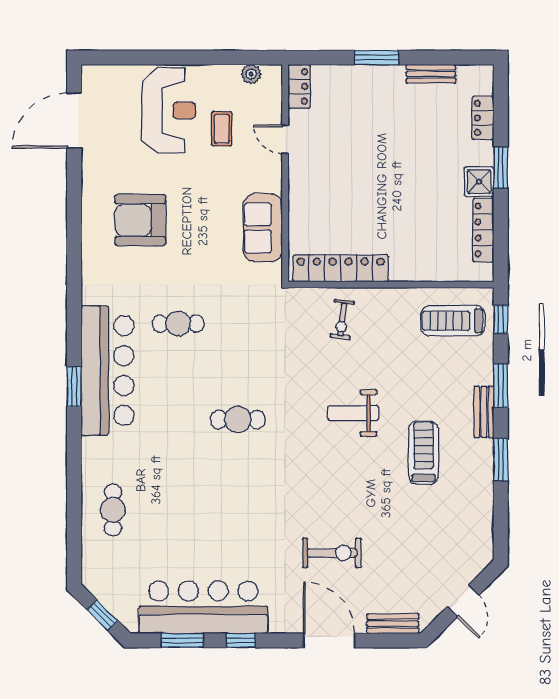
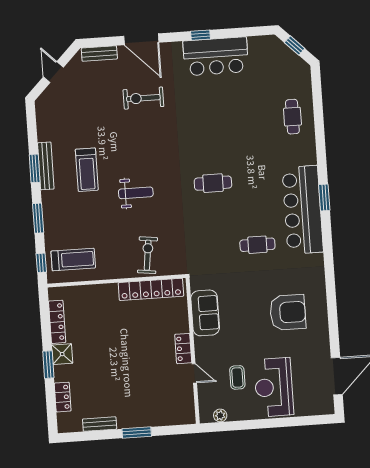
locker: (299, 86) -> (183, 349), moved
exercise bike: (342, 319) -> (148, 255), width x1.38, depth x1.39
bench: (484, 412) -> (46, 166), moved, width x1.36
bar counter: (203, 607) -> (216, 56), width x0.73
window: (182, 640) -> (240, 32), removed

